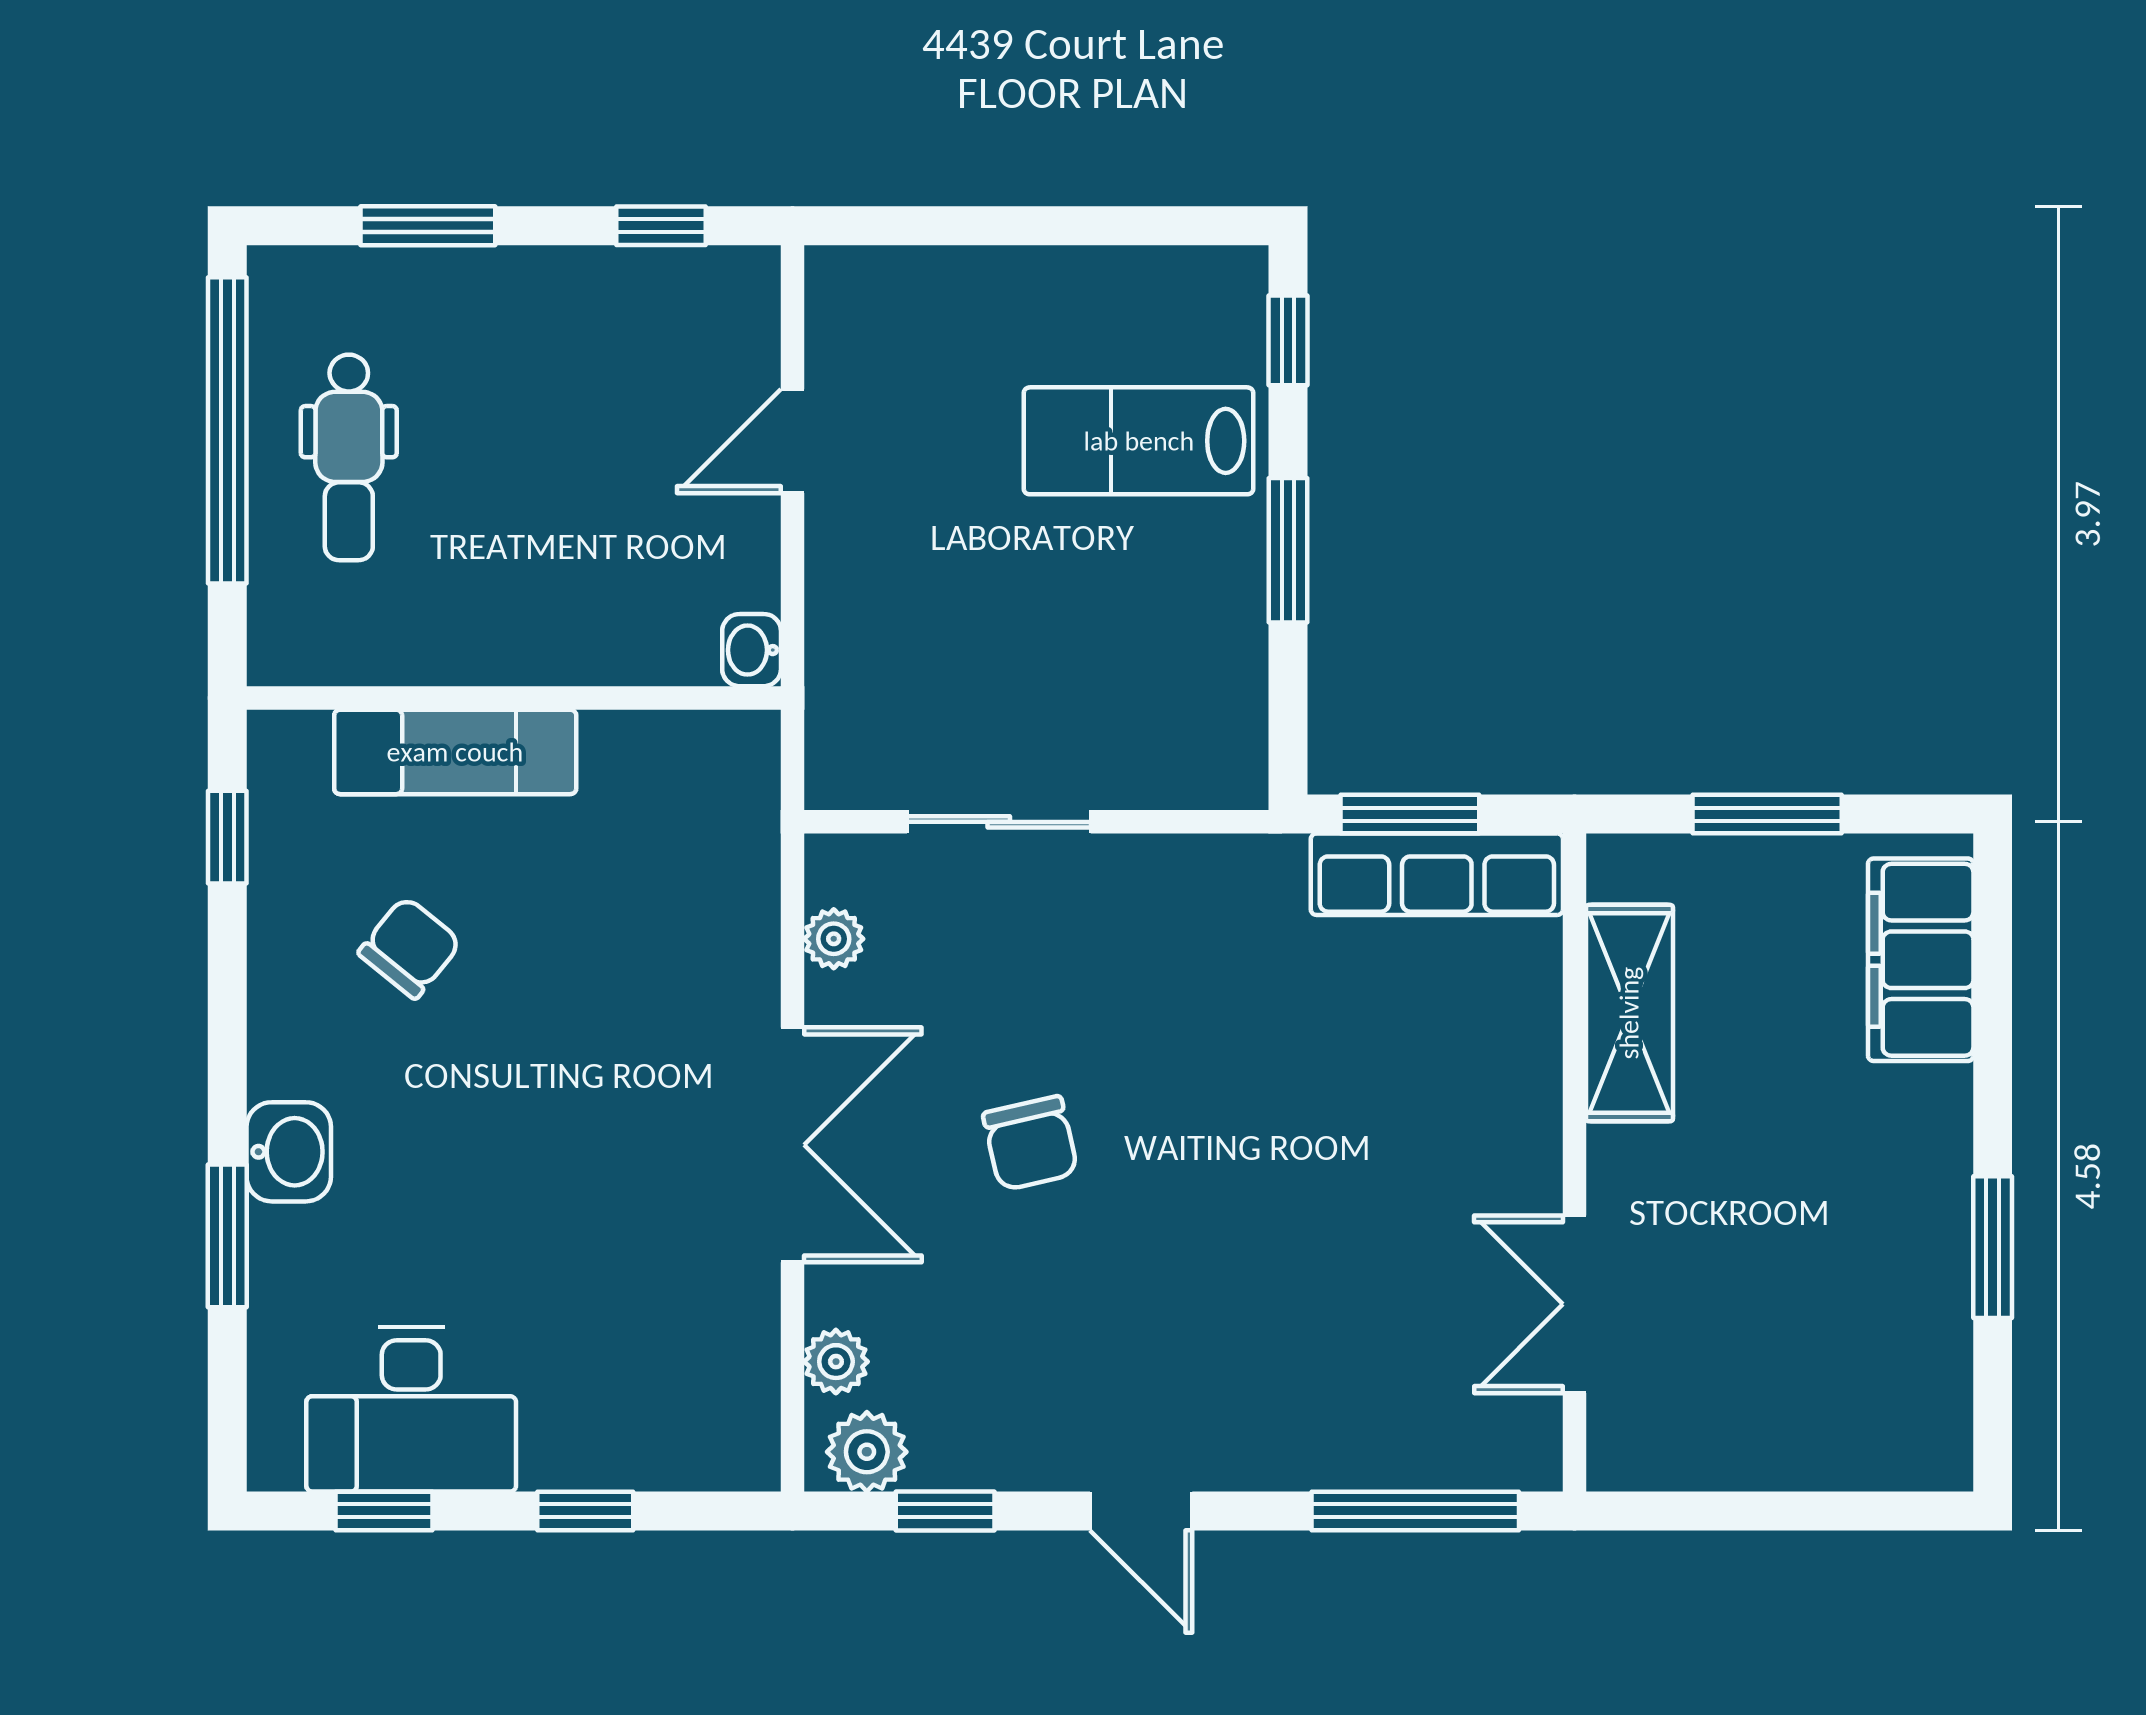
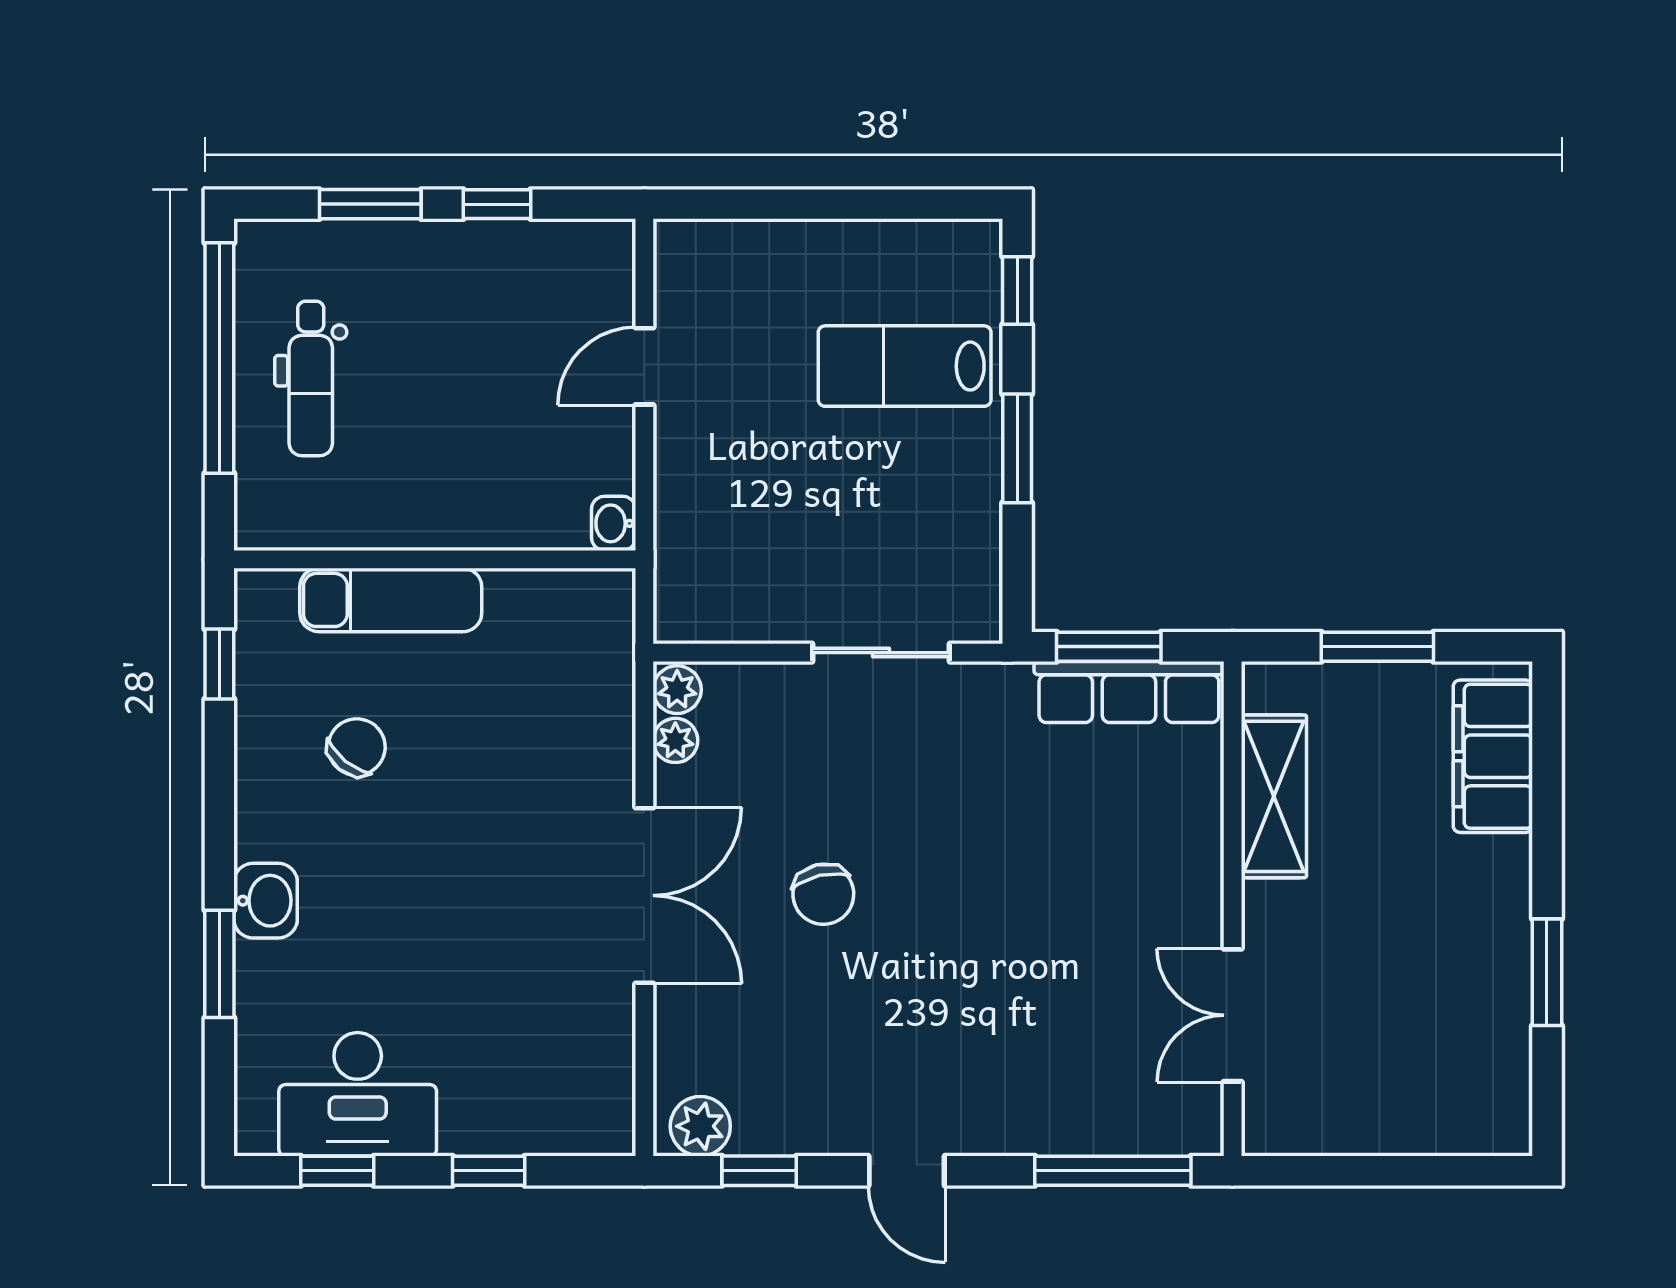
window: (661, 226) -> (497, 204), moved
sliding door: (999, 822) -> (881, 653), moved
plant: (836, 1362) -> (677, 690), moved

